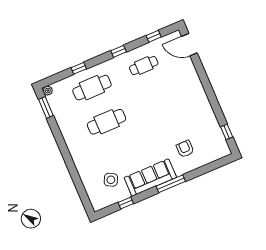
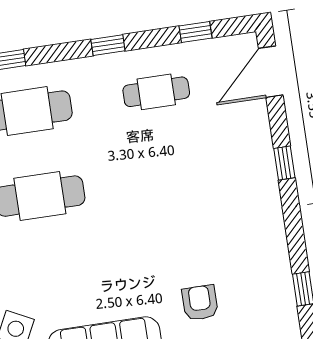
door: (189, 45) -> (271, 72), hinge flipped
window: (205, 81) -> (284, 163), added

